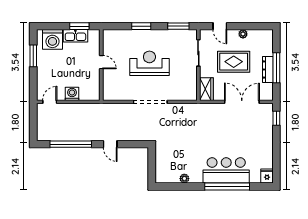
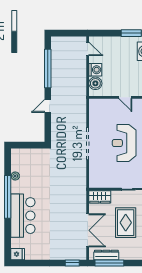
door: (101, 62) -> (125, 97), hinge flipped
reception desk: (149, 63) -> (124, 143), turned 180
window: (276, 68) -> (109, 263), moved
dresser: (268, 70) -> (106, 255), moved
boiler: (86, 94) -> (95, 83), added
window: (227, 187) -> (8, 197), moved

